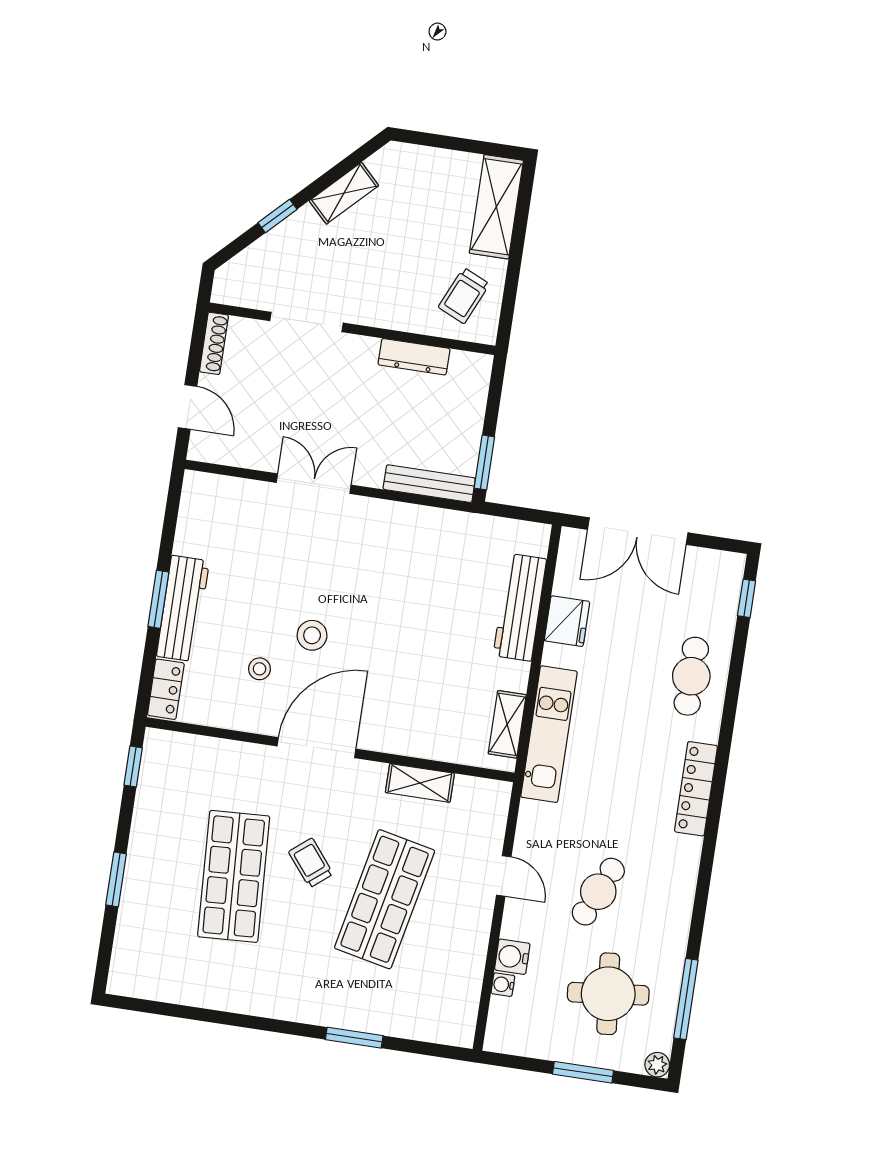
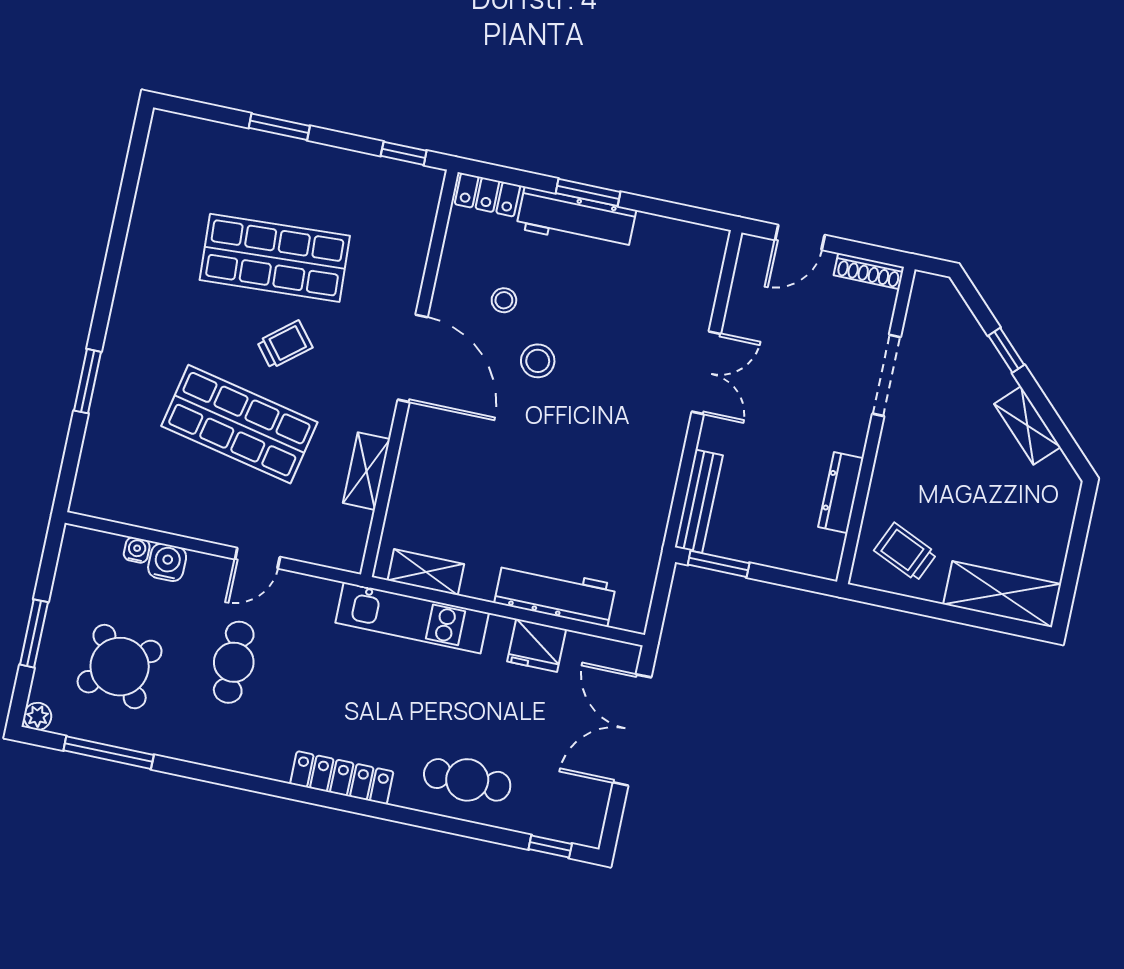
cafe table: (598, 892) -> (234, 662), turned 66
round table: (608, 994) -> (120, 667), turned -32

